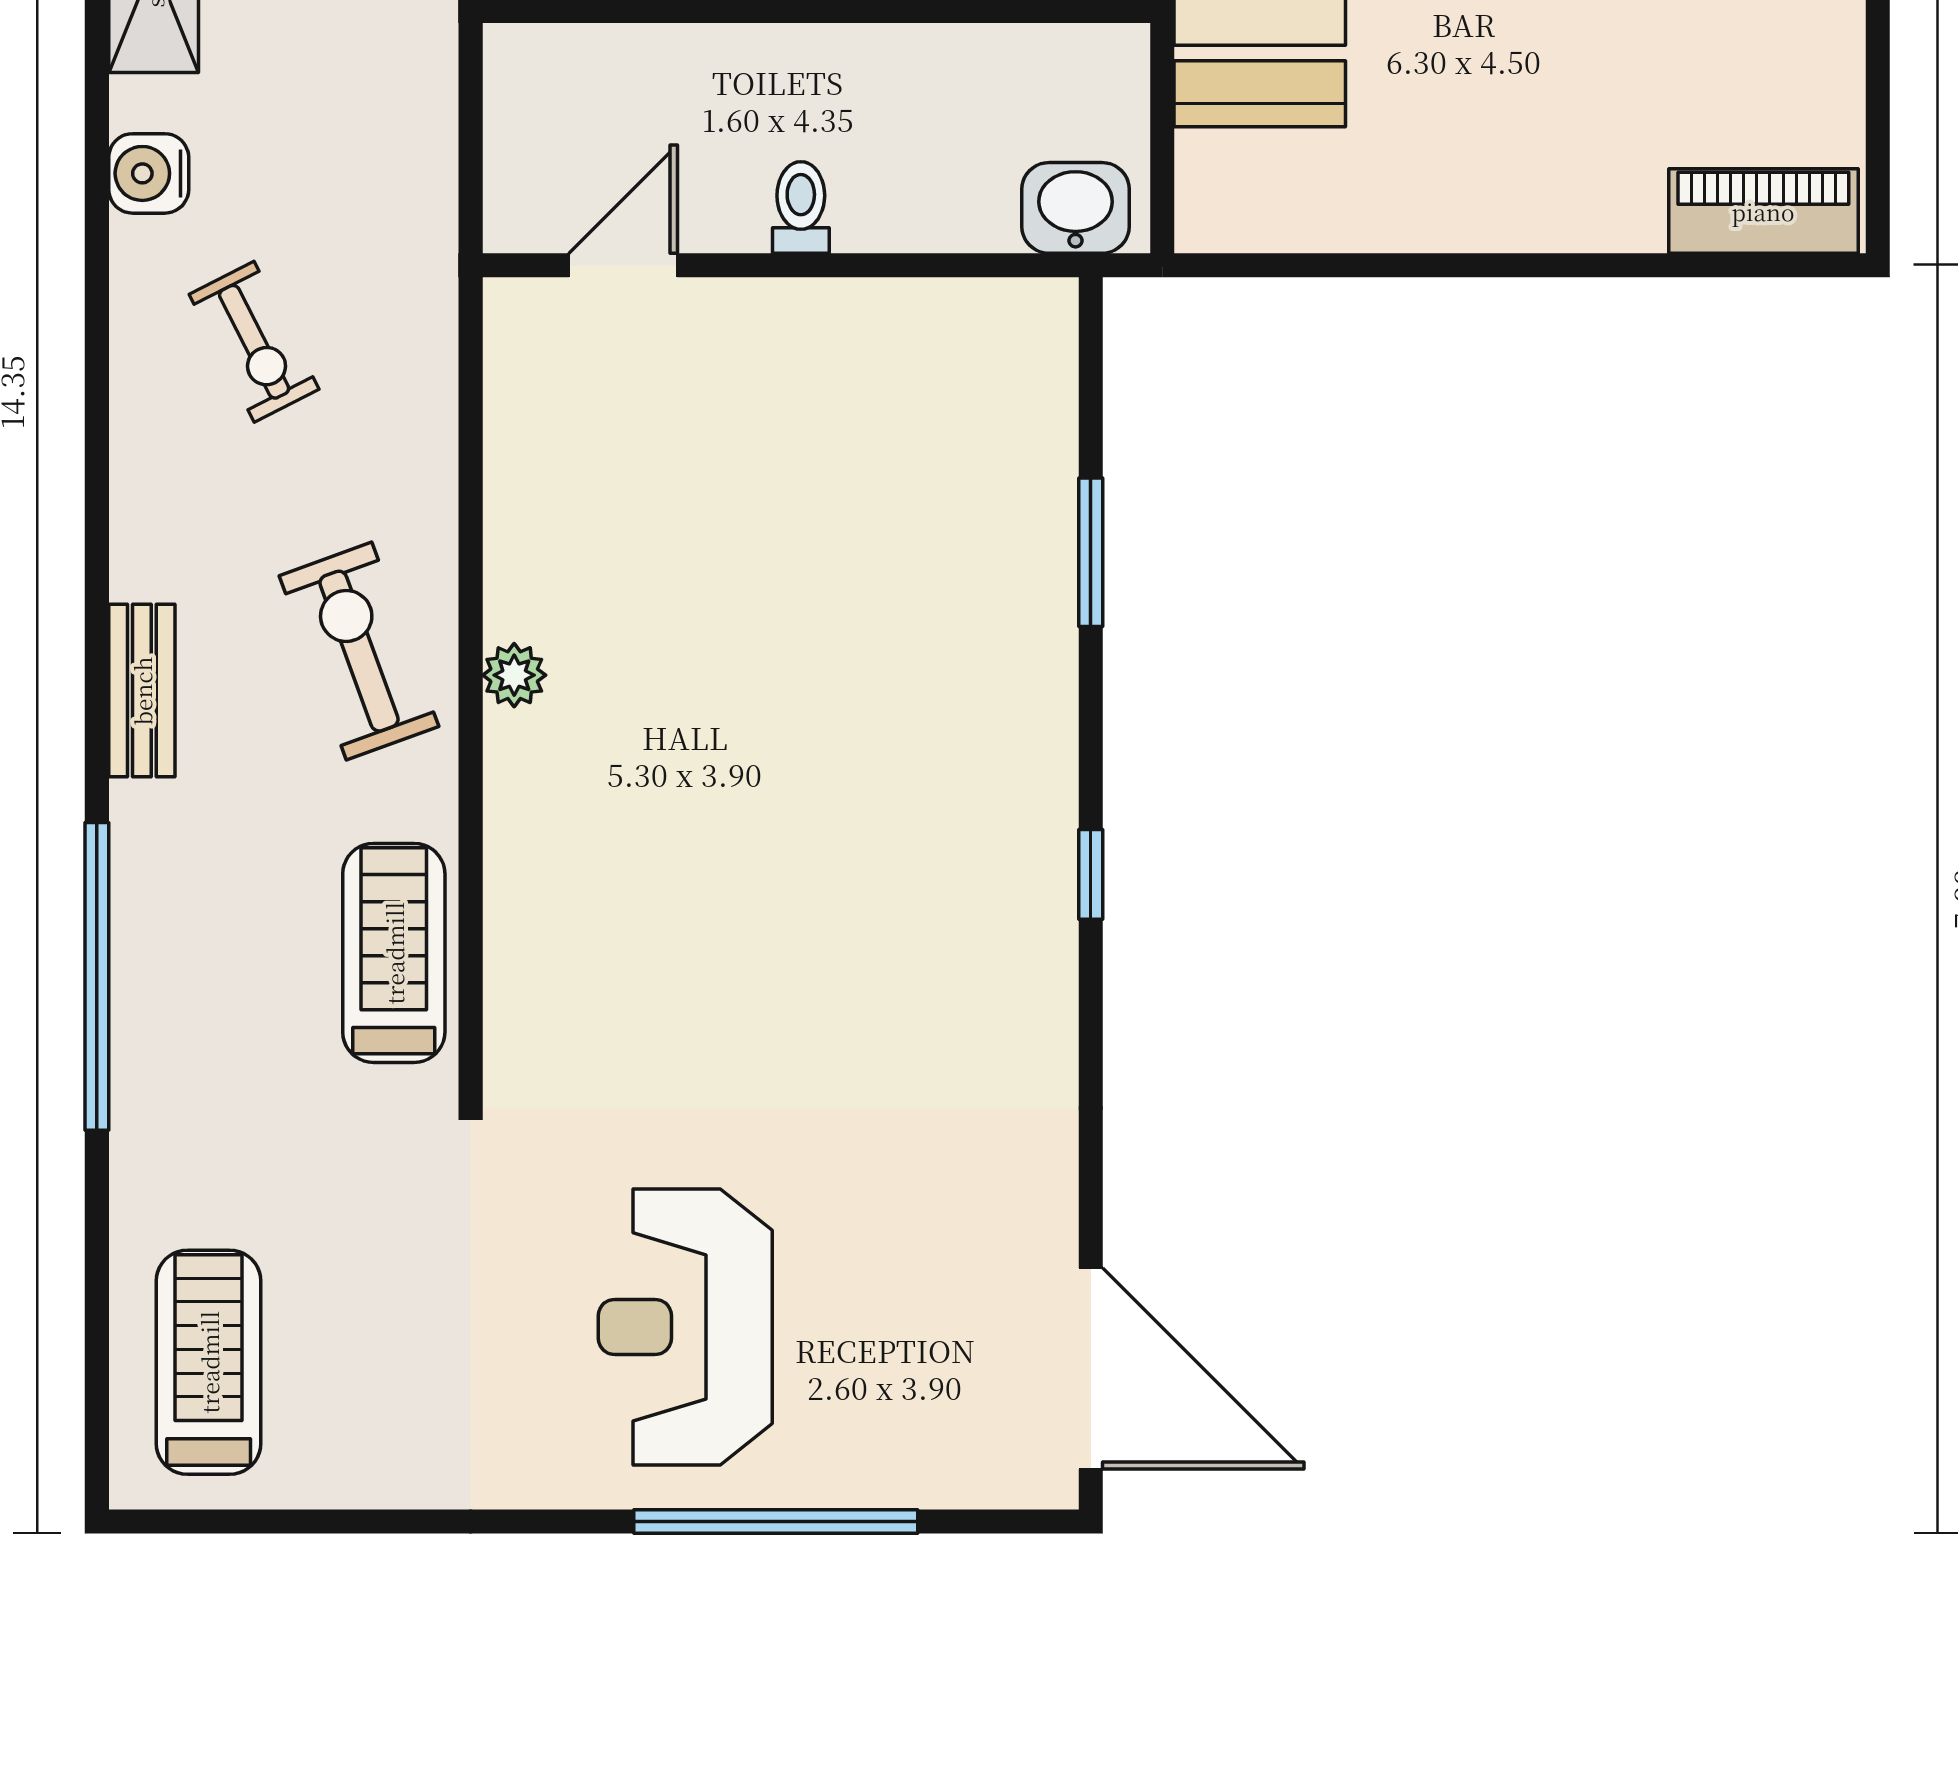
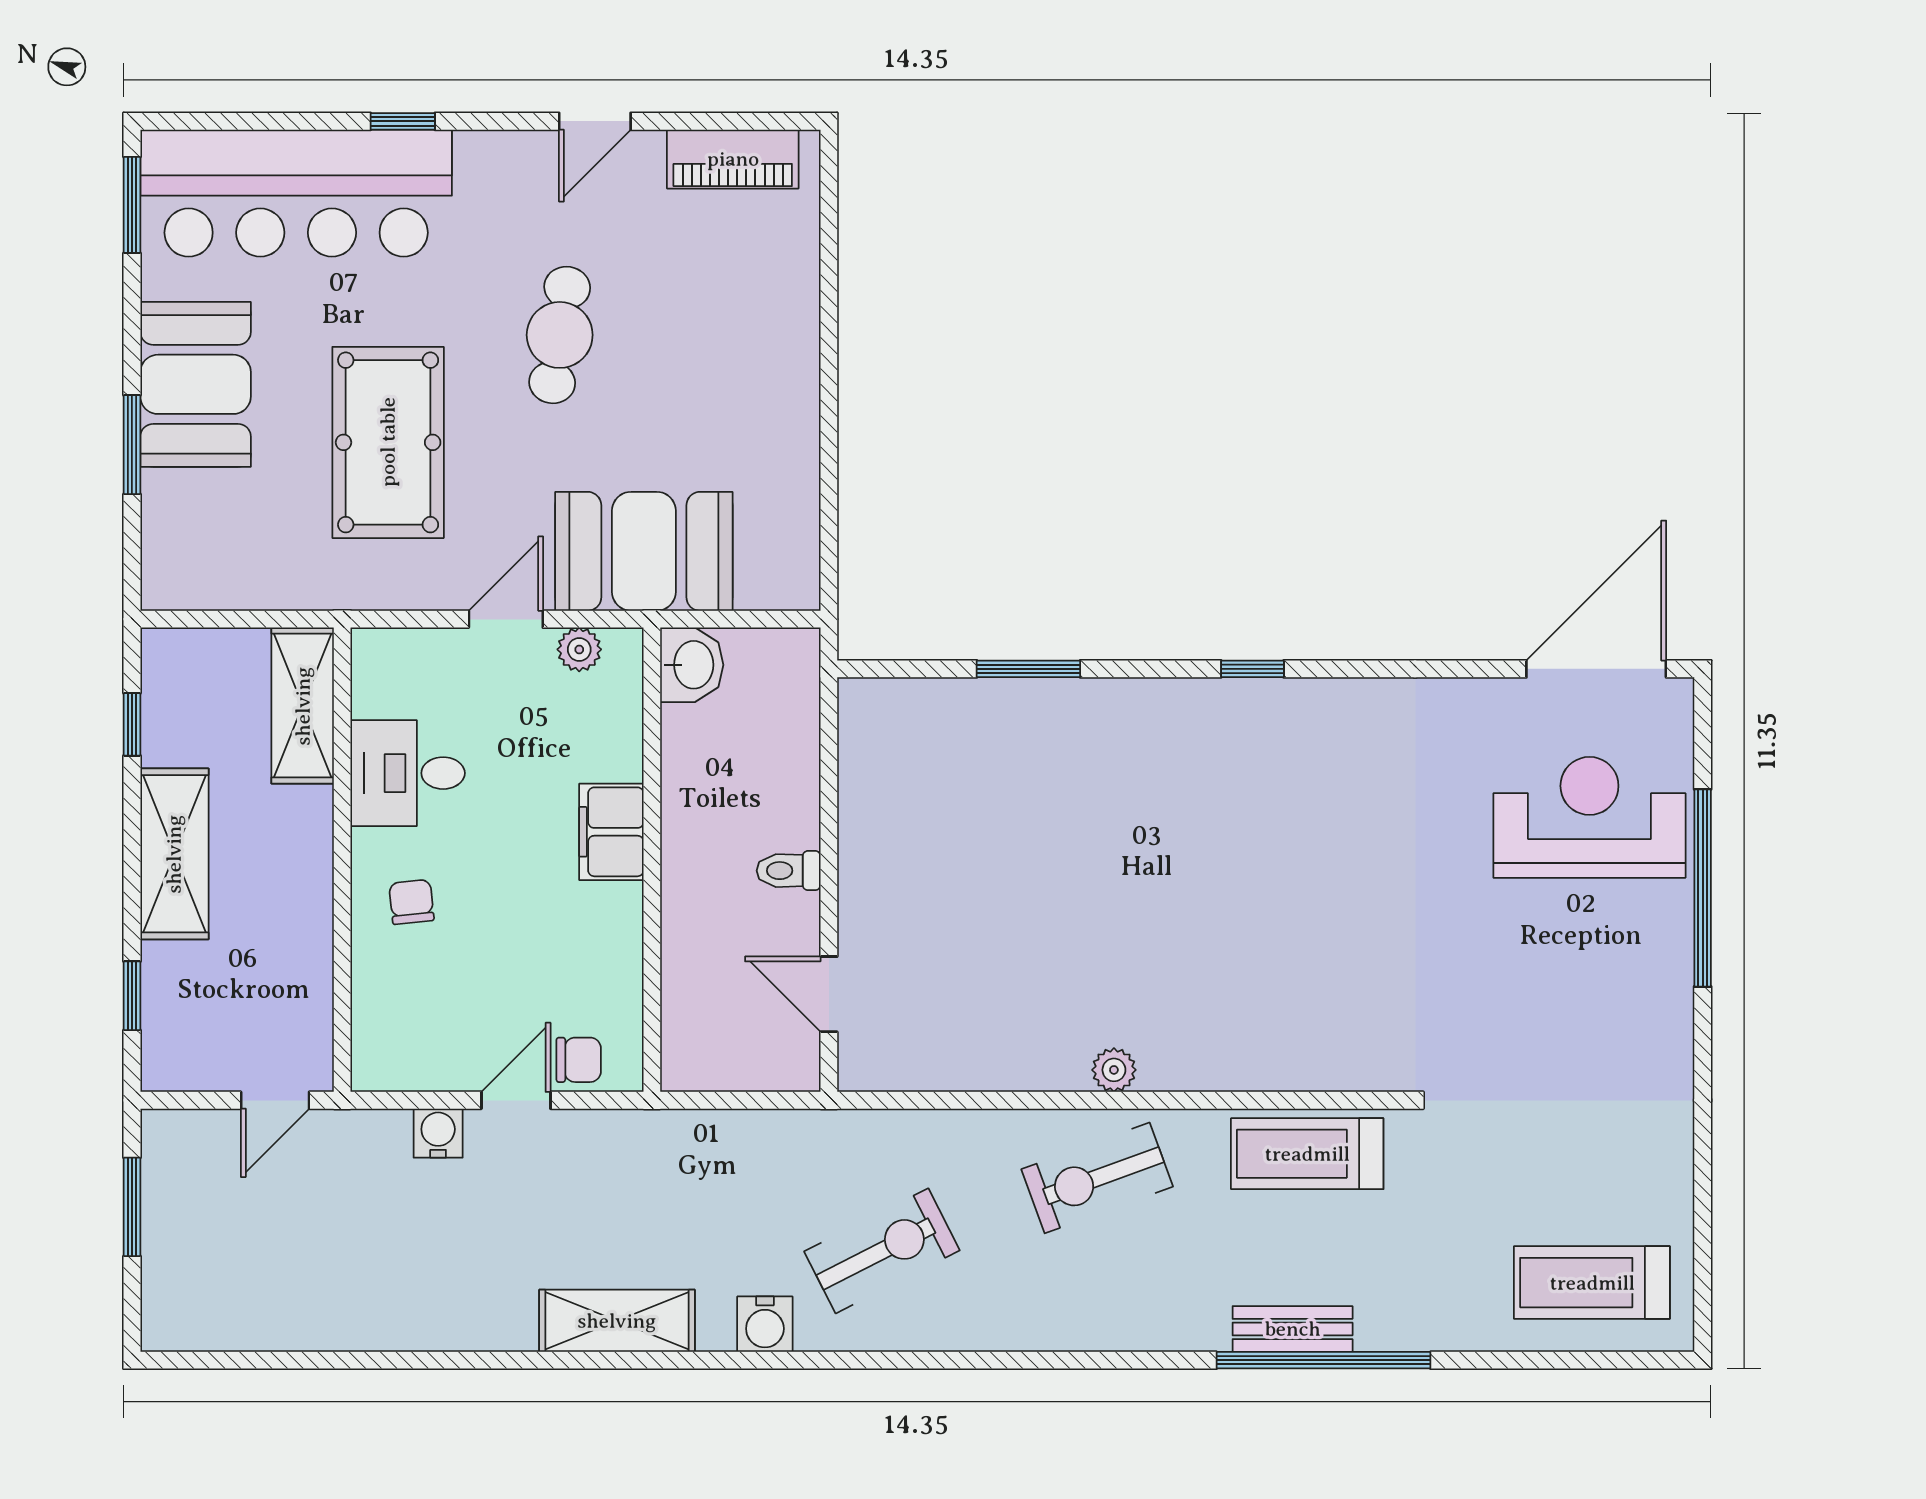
washbasin: (1076, 208) -> (692, 665), moved, turned 180
piano: (1763, 211) -> (733, 159), moved, turned -90
exercise bike: (254, 342) -> (882, 1251), width x1.38, depth x1.39
bench: (142, 691) -> (1293, 1329), moved
reception desk: (685, 1327) -> (1589, 817), moved, turned 180

